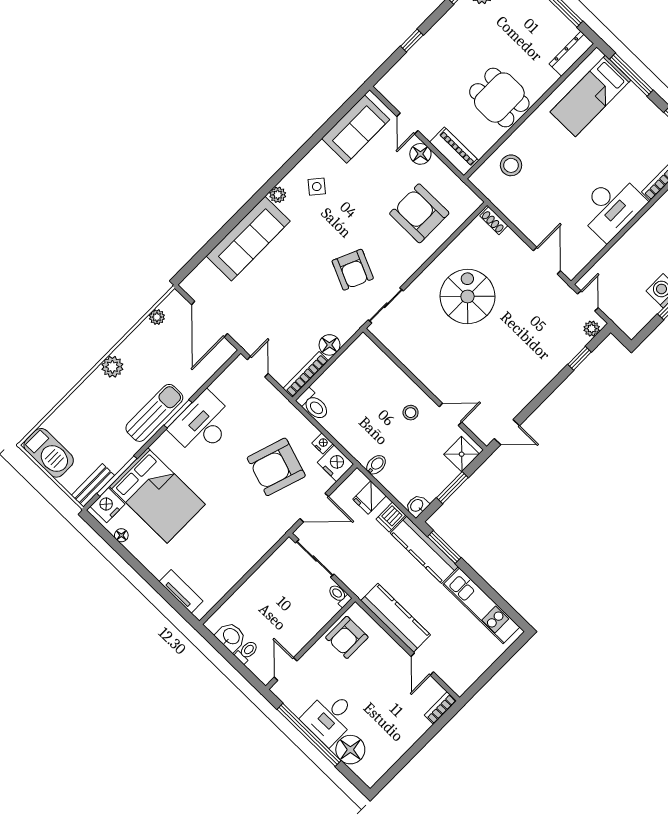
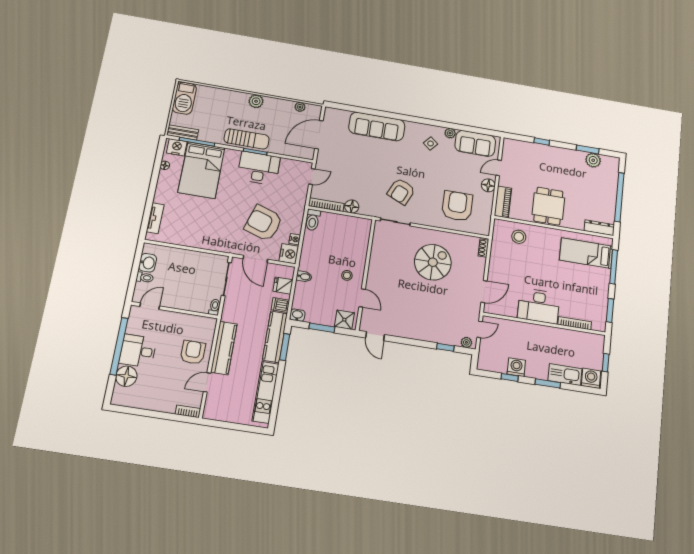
plant: (278, 195) -> (450, 133), moved
armchair: (347, 637) -> (193, 352), moved, turned 90

